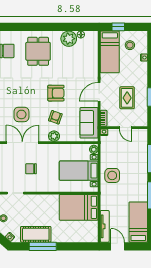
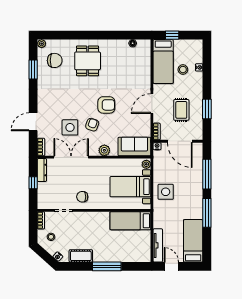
plant: (69, 39) -> (120, 48), removed
stool: (130, 45) -> (183, 70), moved
armchair: (55, 117) -> (92, 125), moved
sofa: (89, 123) -> (134, 147), moved, turned 90
door: (126, 128) -> (180, 141), width x1.88
chair: (31, 169) -> (82, 197), moved
bed: (79, 207) -> (130, 221), width x0.67
cot: (36, 234) -> (81, 256), width x0.73, depth x0.75
window: (43, 246) -> (107, 266), moved

